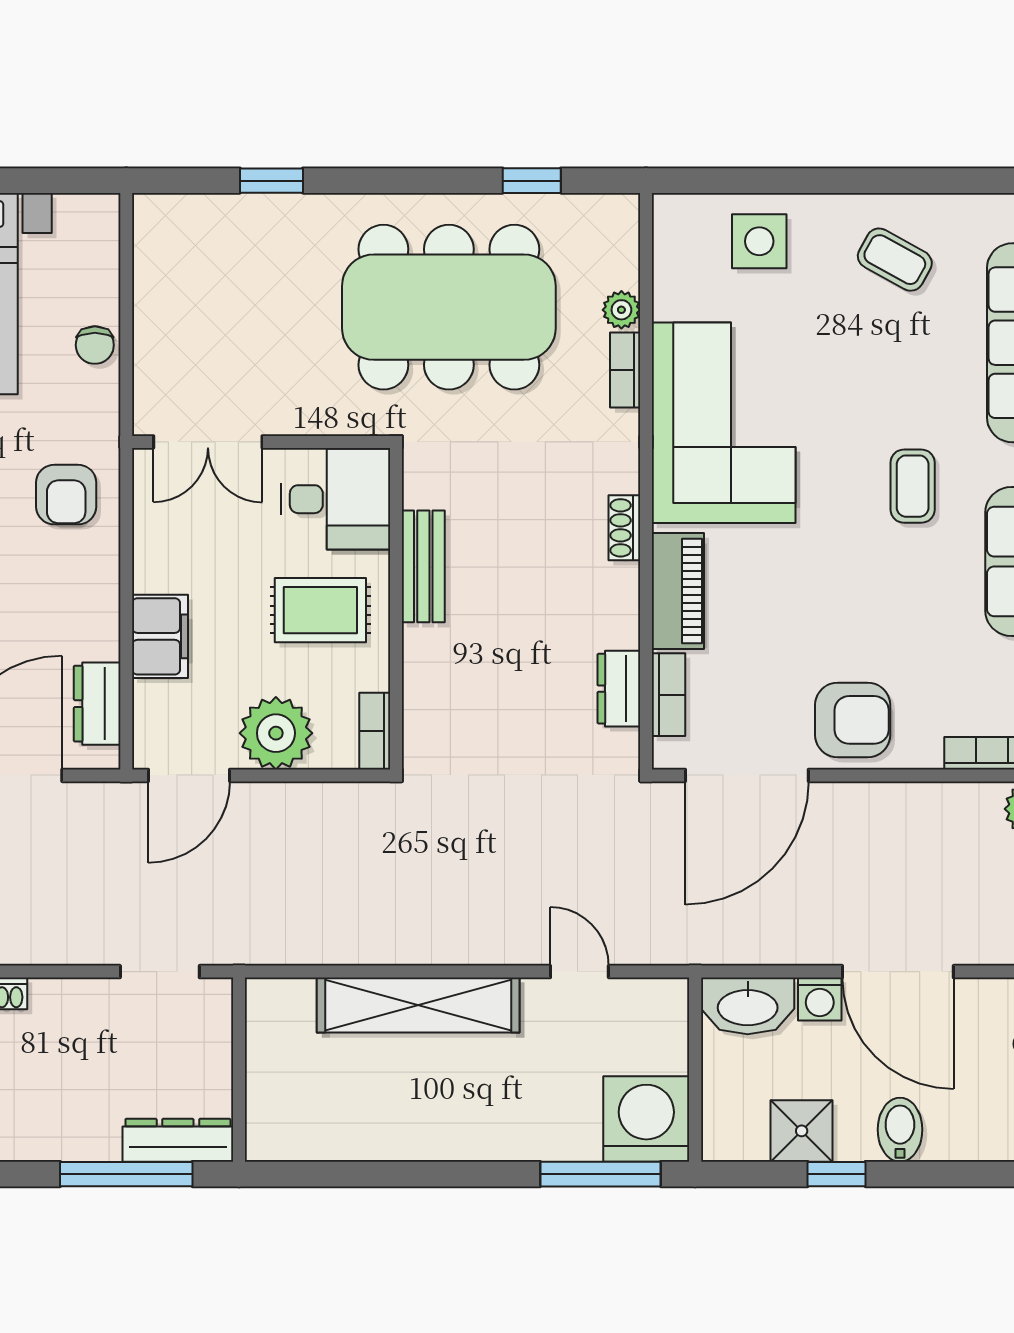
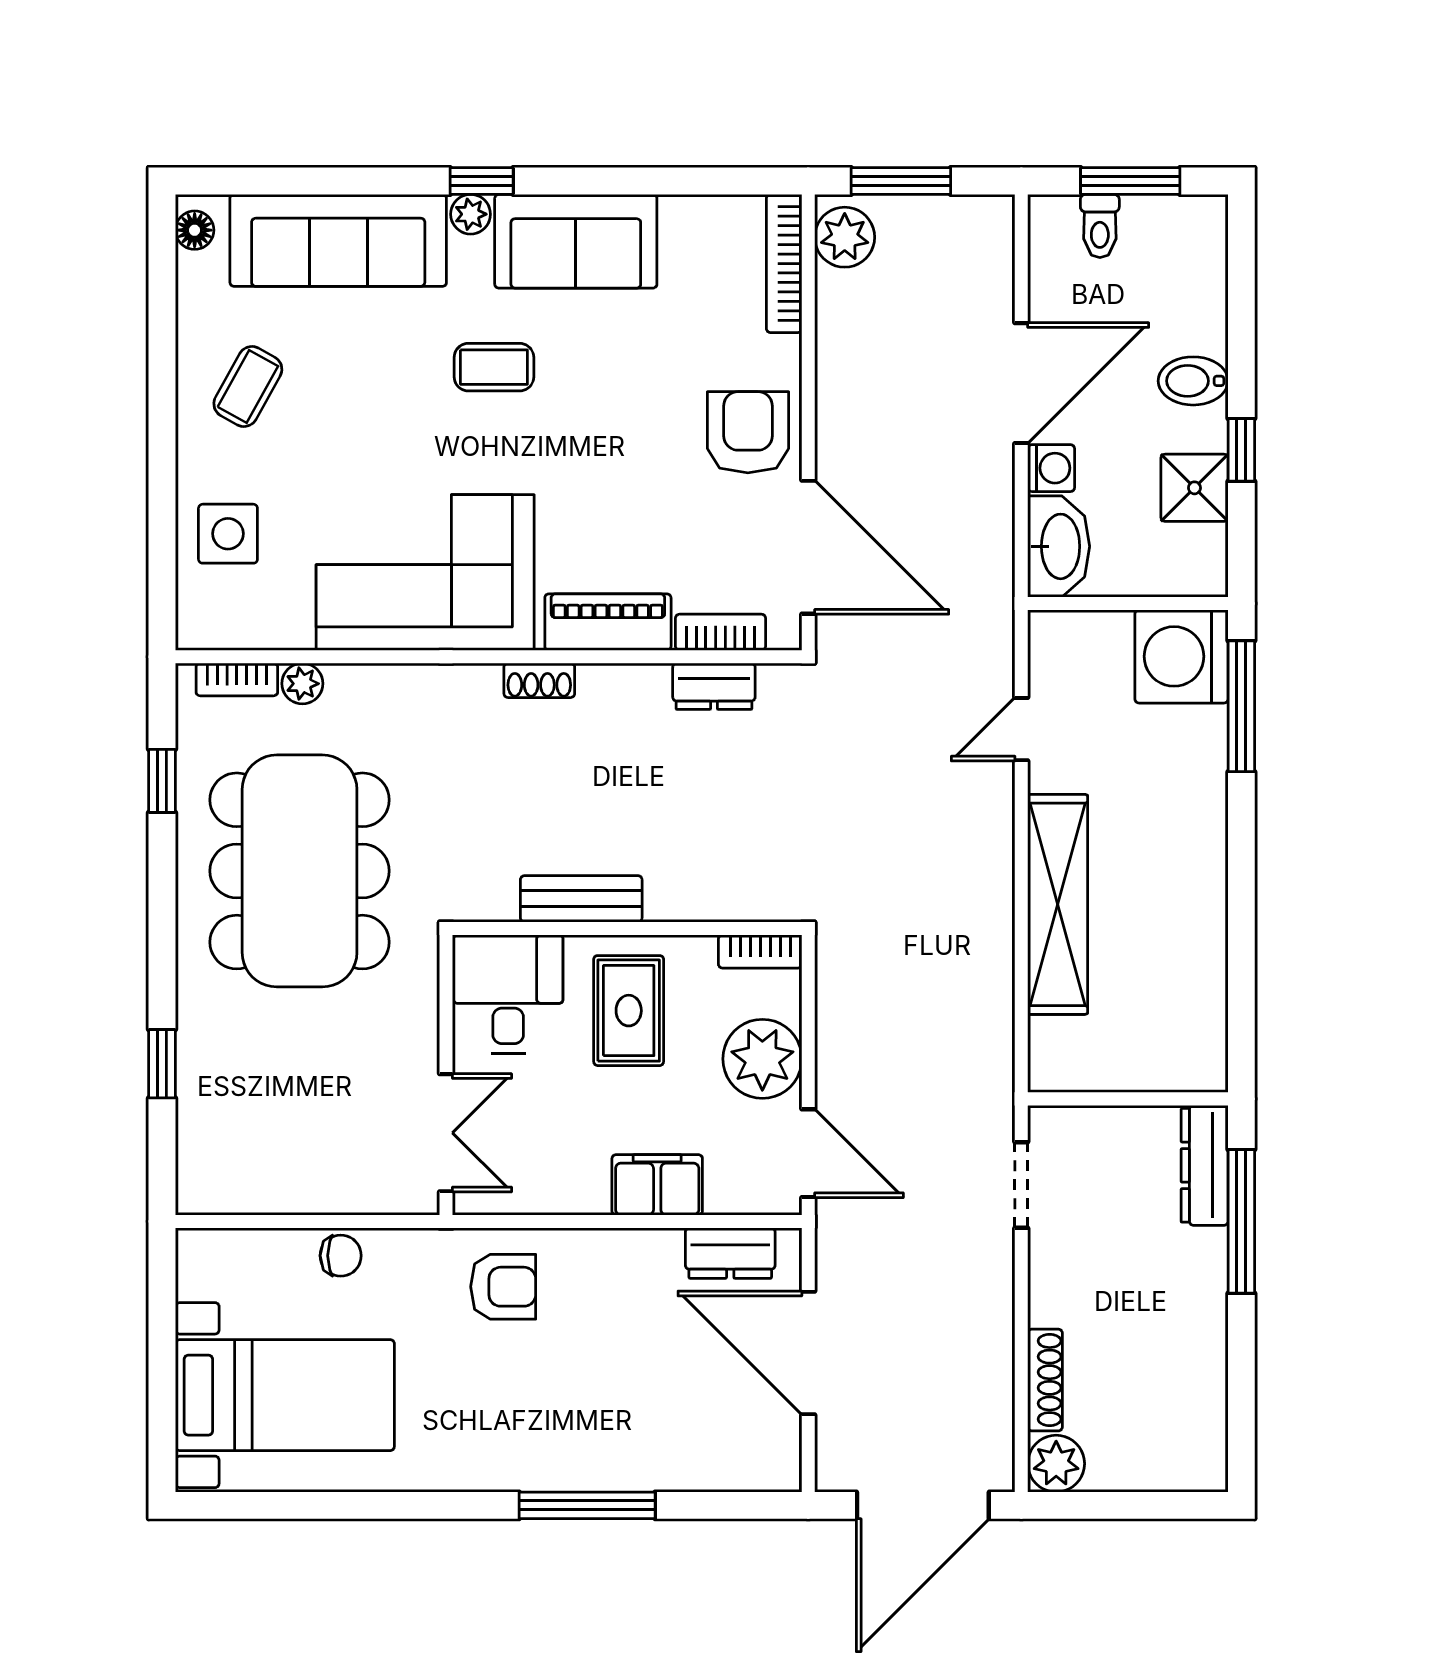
bookcase: (625, 370) -> (237, 679), moved

